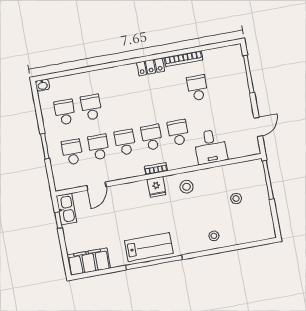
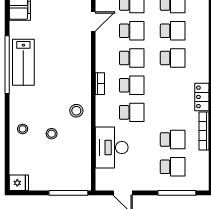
school desk: (224, 83) -> (173, 167), added
school desk: (118, 102) -> (173, 58), added
desk: (211, 147) -> (112, 148), width x1.37
door: (96, 186) -> (93, 21), swing flipped
fridge: (156, 187) -> (19, 183), moved, turned 180
stool: (236, 199) -> (52, 134), moved

